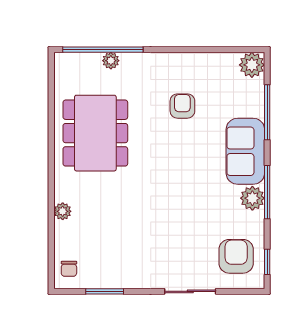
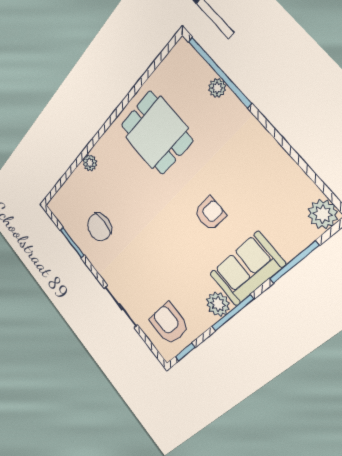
armchair: (182, 106) -> (210, 214), moved
dining table: (95, 133) -> (156, 133), width x0.73
armchair: (236, 256) -> (169, 324), turned -90
chair: (69, 269) -> (99, 227), moved, width x1.87, depth x1.87

